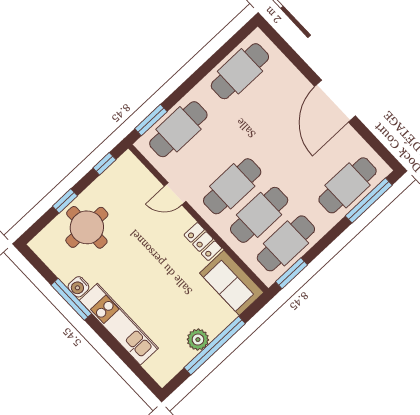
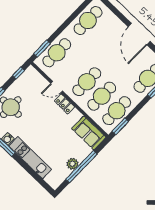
locker: (203, 242) -> (65, 104), moved

